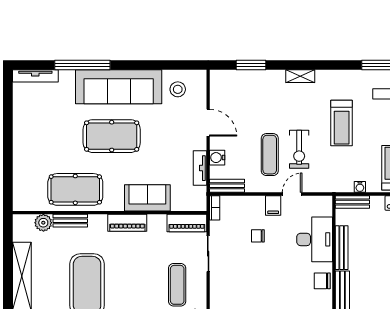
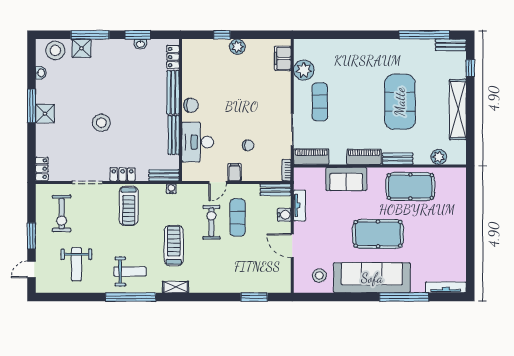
shelving: (300, 76) -> (176, 287), moved
water cooler: (360, 187) -> (171, 189), moved
bench: (70, 221) -> (398, 159), moved

